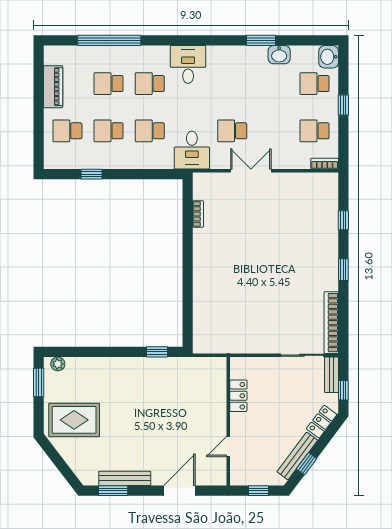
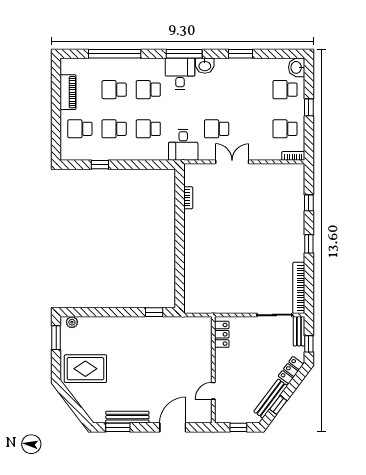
window: (193, 40) -> (184, 54), added
washbasin: (279, 55) -> (205, 66), moved
locker: (238, 396) -> (222, 334), moved

